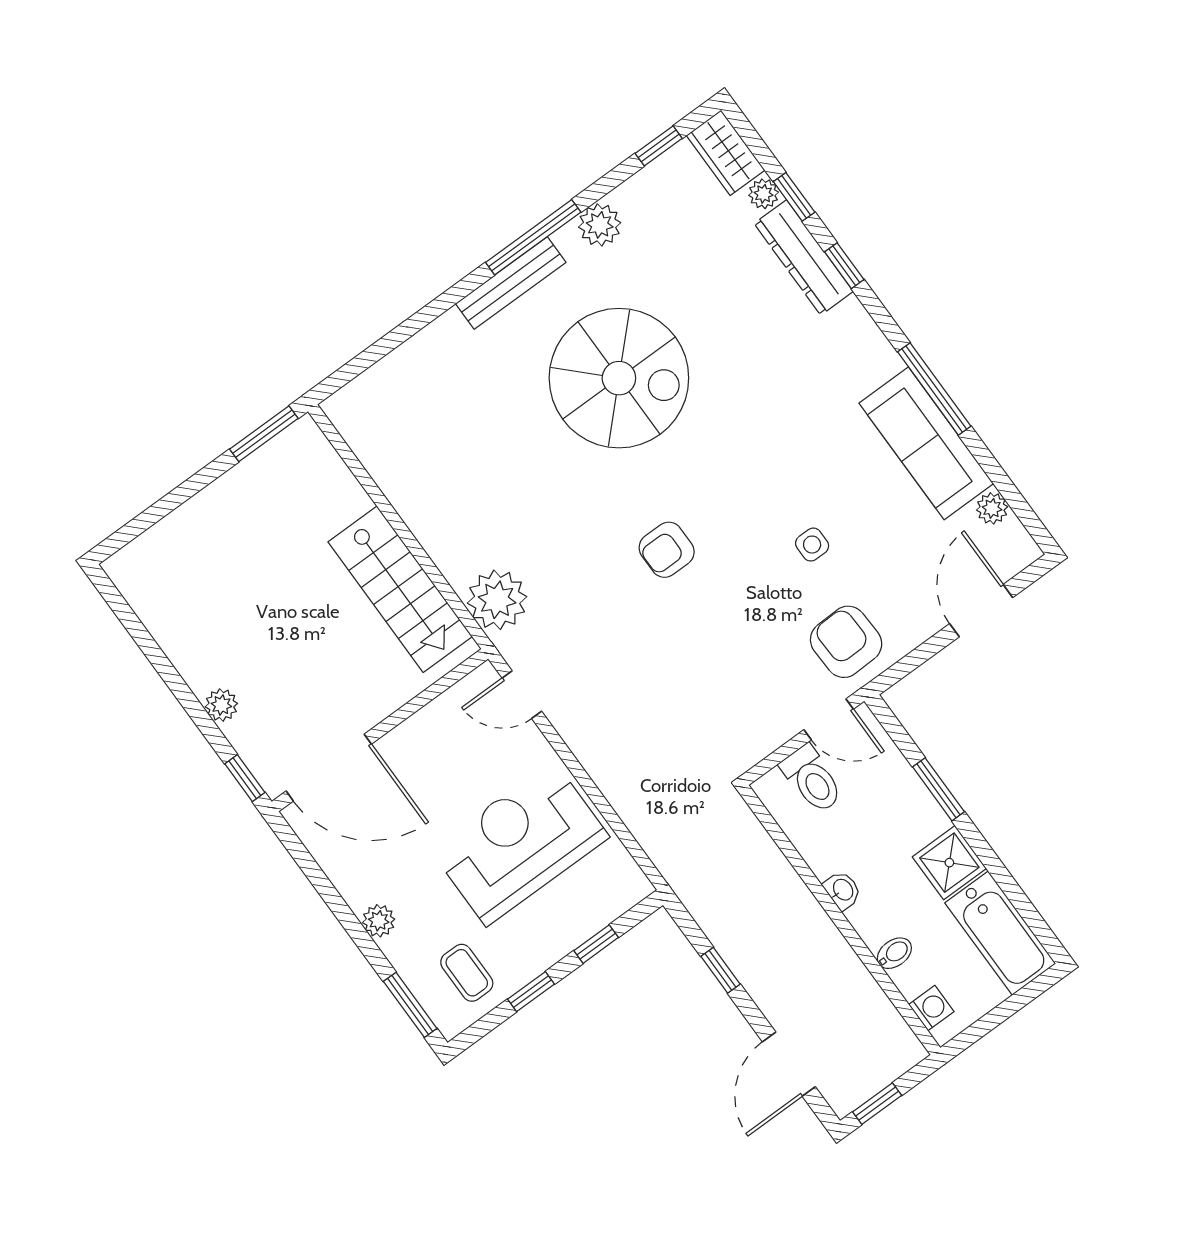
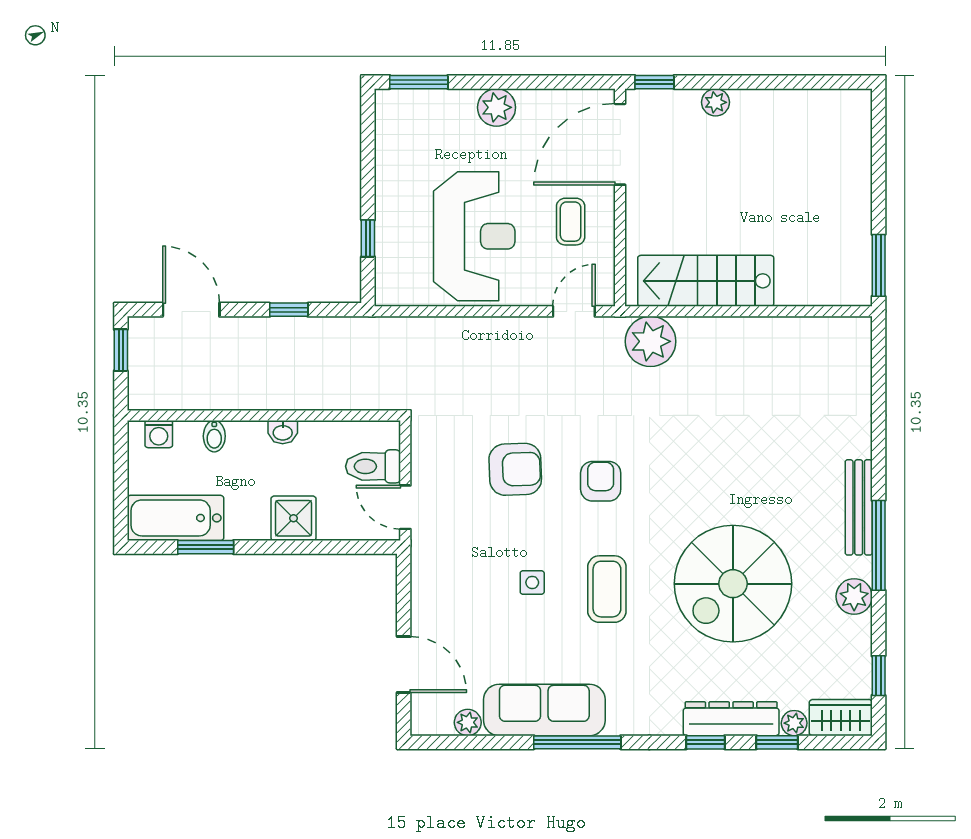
spiral stairs: (619, 378) -> (733, 584), moved
coffee table: (766, 468) -> (607, 589), added
armchair: (846, 642) -> (515, 469), moved
door: (829, 719) -> (405, 507), hinge flipped
window: (939, 789) -> (206, 547), moved
shower: (949, 863) -> (294, 518), moved
plant: (379, 921) -> (497, 107), width x1.38, depth x1.38
coffee table: (467, 973) -> (571, 222), moved, turned 90
window: (531, 992) -> (368, 171), removed

